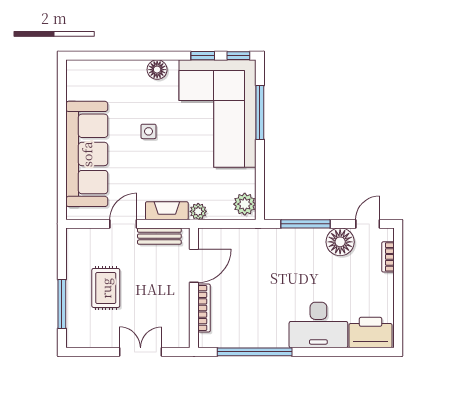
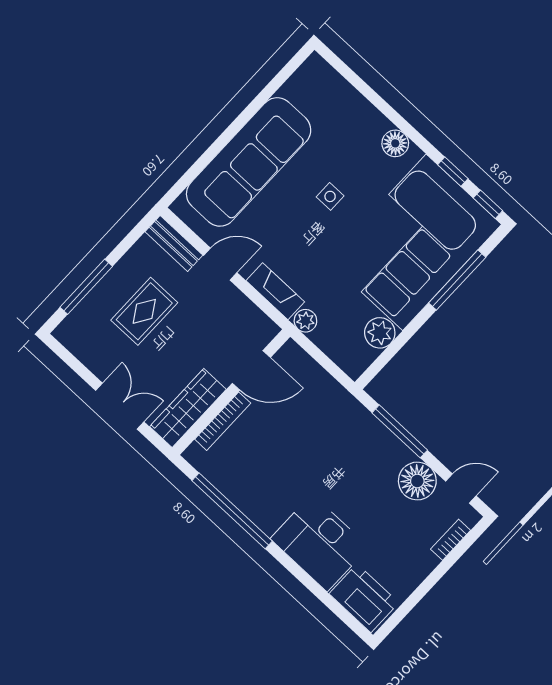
plant: (245, 204) -> (380, 333), moved
bench: (159, 236) -> (174, 243), moved
wardrobe: (178, 318) -> (188, 408), added

